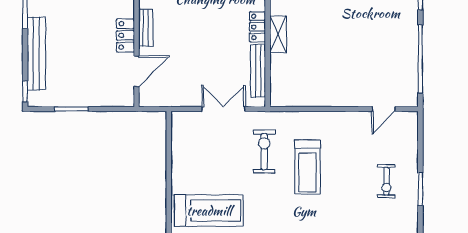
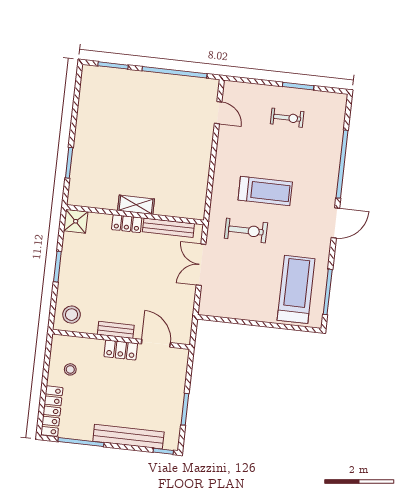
exercise bike: (264, 152) -> (246, 231), turned 180

